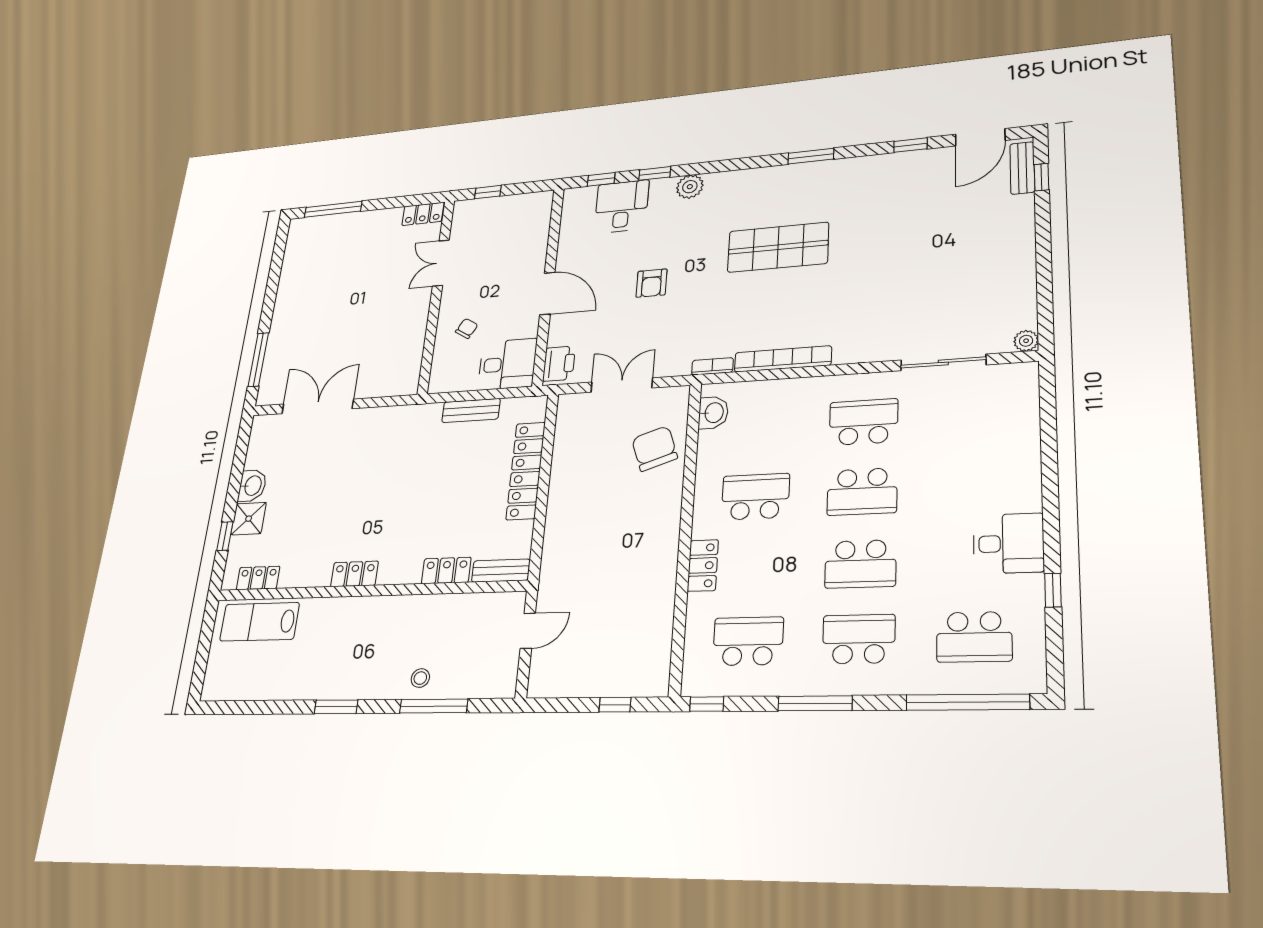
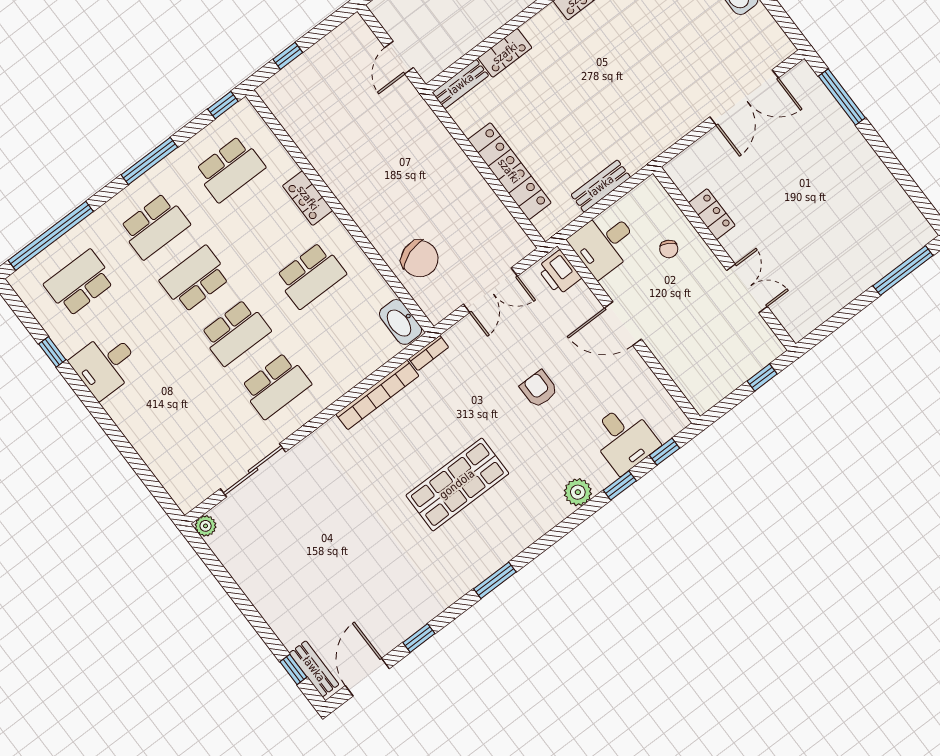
locker: (423, 214) -> (712, 214), moved, turned 90
washbasin: (713, 413) -> (401, 322), width x1.38
school desk: (862, 492) -> (235, 332), turned 180

